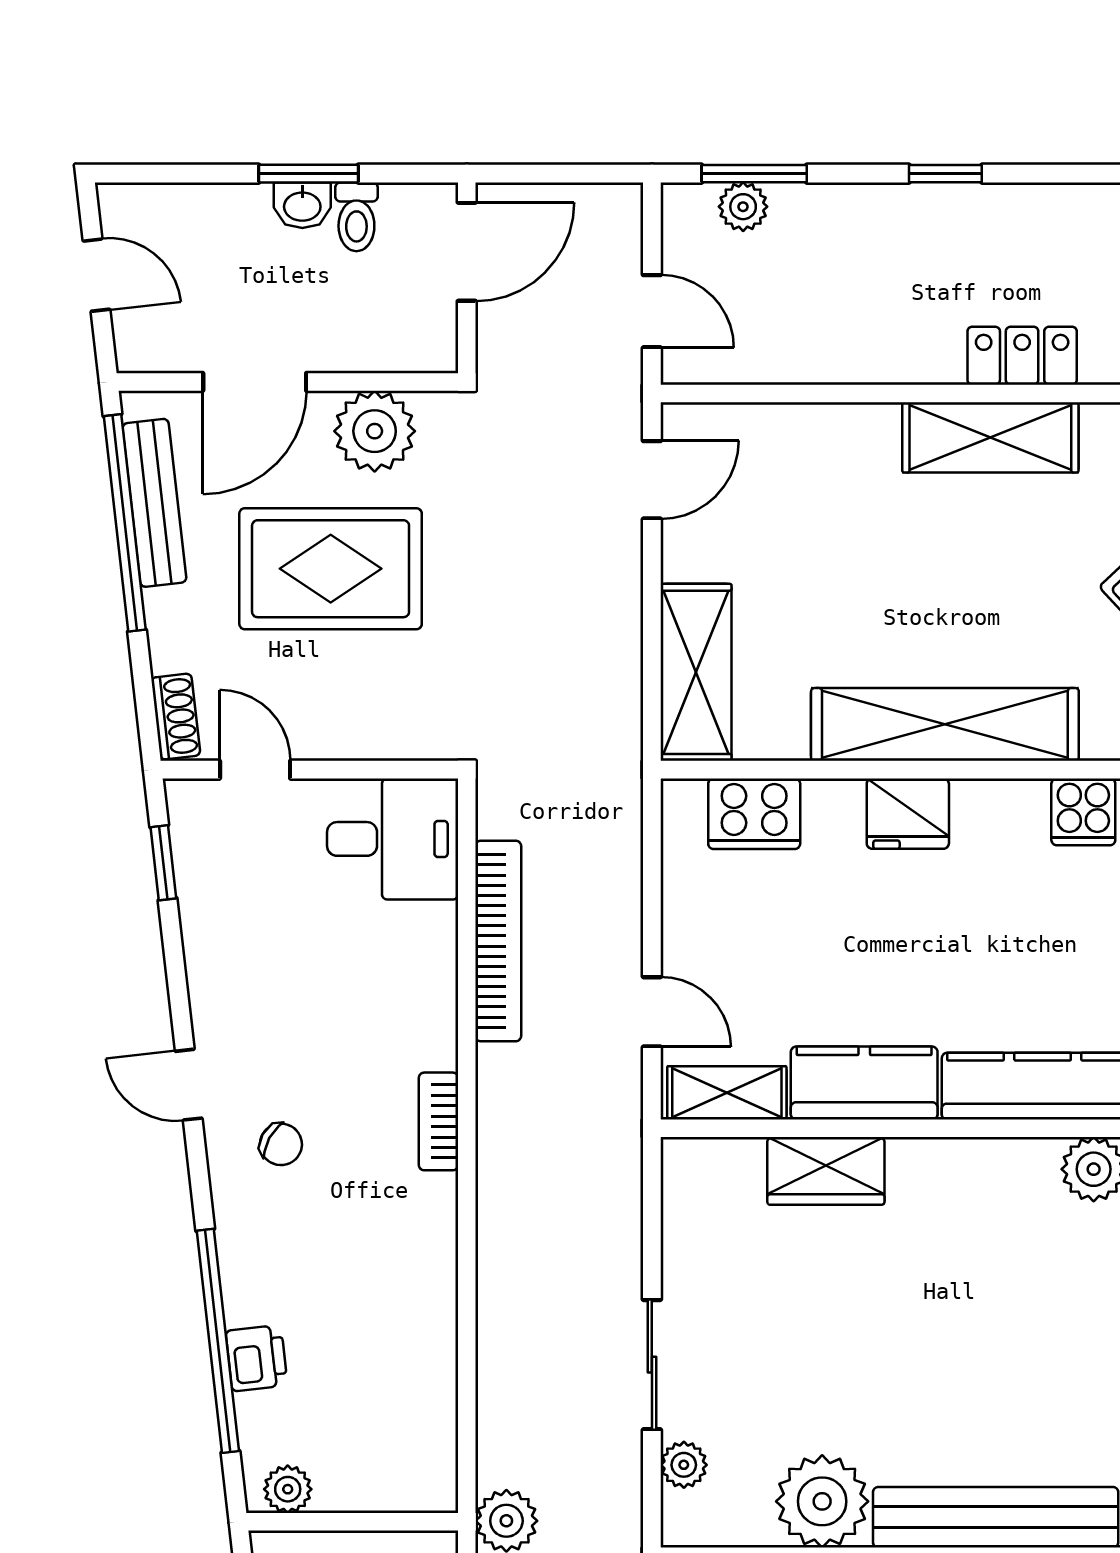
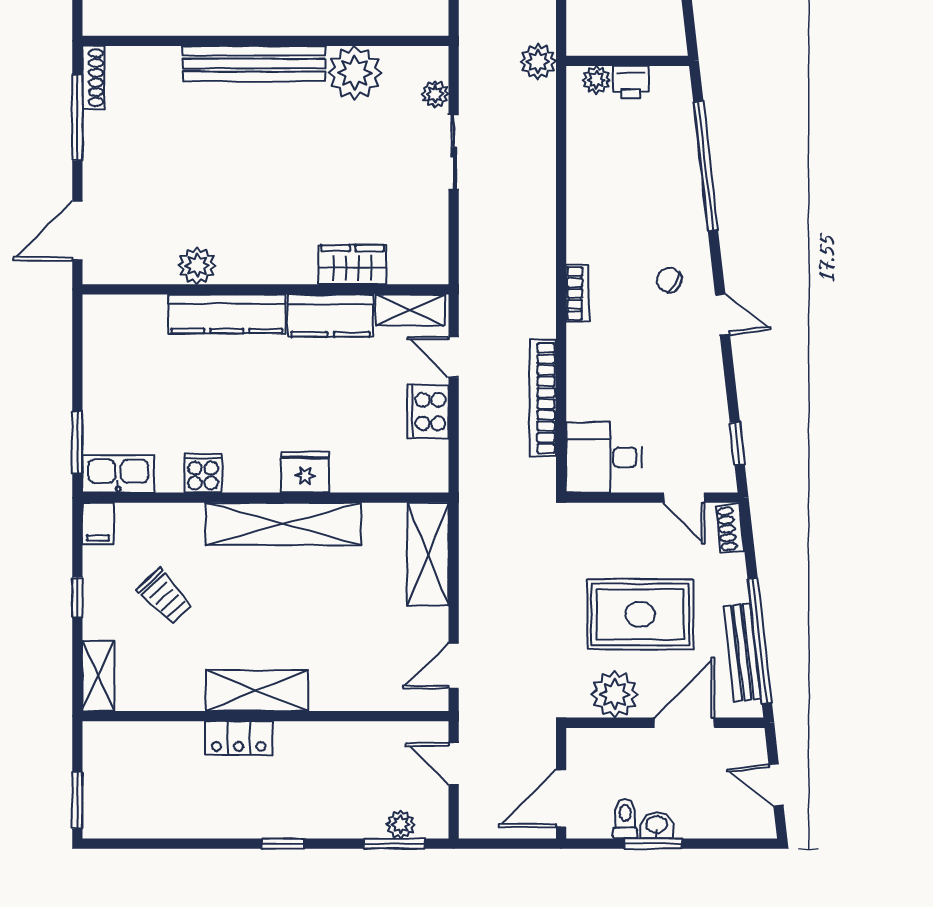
cooker: (754, 814) -> (428, 412), moved, turned -90
printer: (257, 1358) -> (631, 82), moved, turned -84
plant: (288, 1489) -> (596, 80), moved

